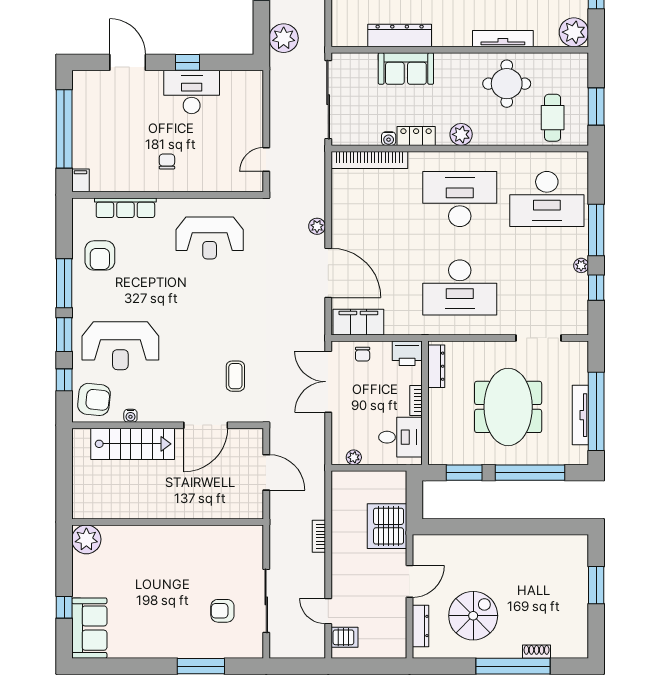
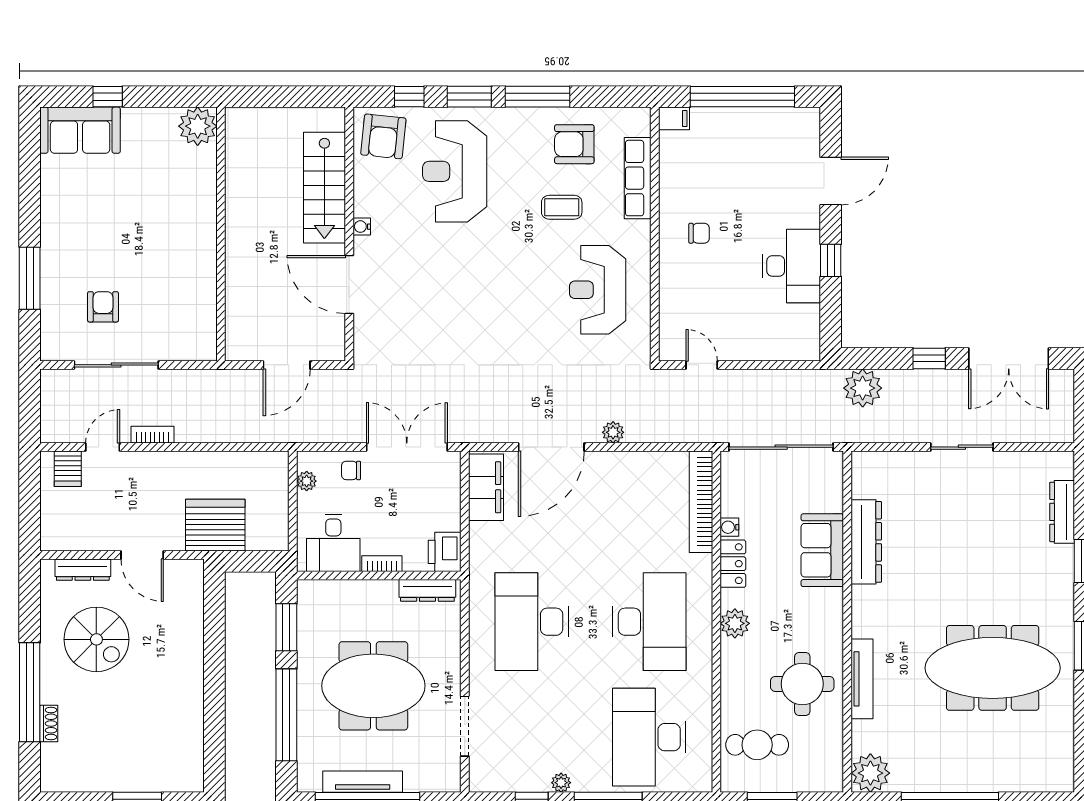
chair: (363, 354) -> (351, 470), moved
coffee table: (235, 376) -> (562, 207), moved
water cooler: (130, 416) -> (362, 227), moved
bookcase: (319, 536) -> (153, 435), moved

